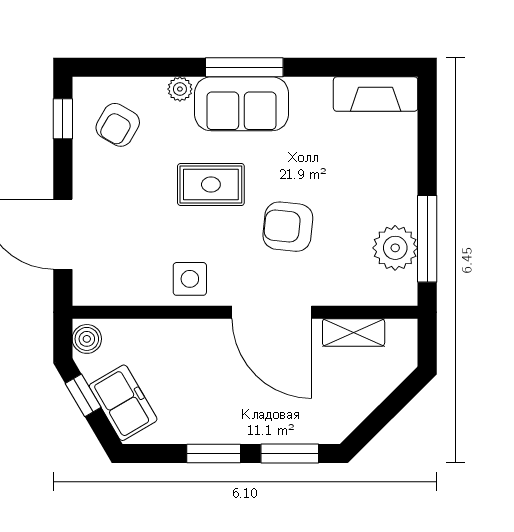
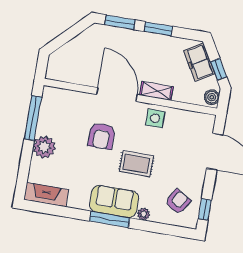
armchair: (288, 227) -> (102, 136), turned 84
plant: (395, 248) -> (44, 147), moved
shelving: (354, 332) -> (156, 91), moved

